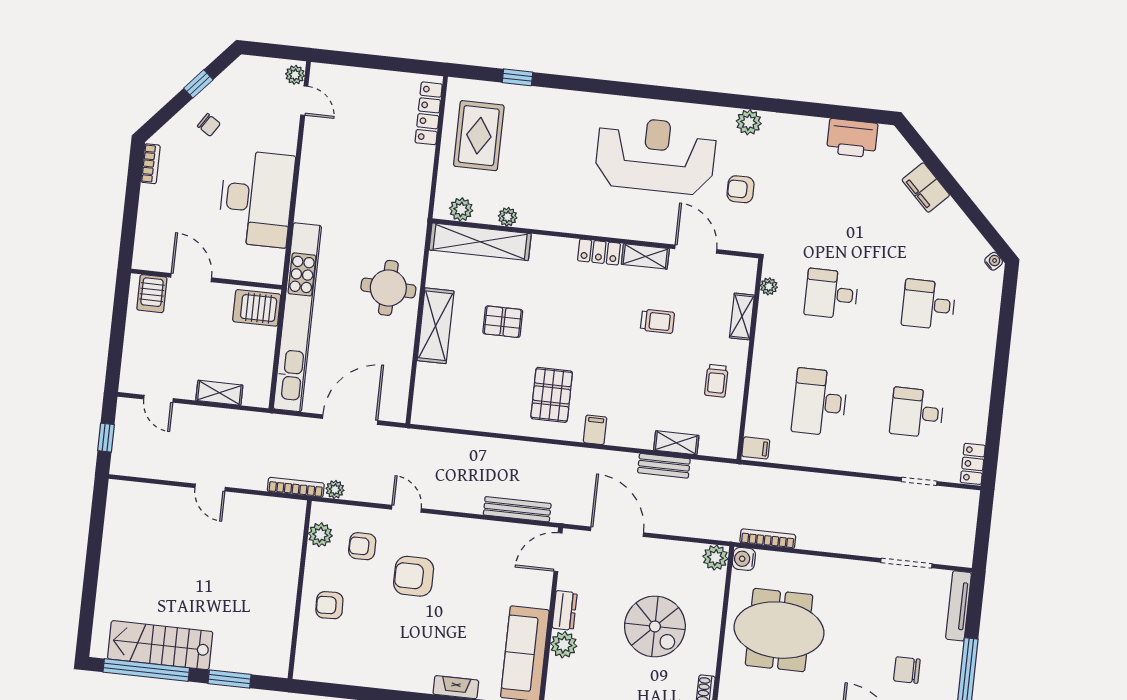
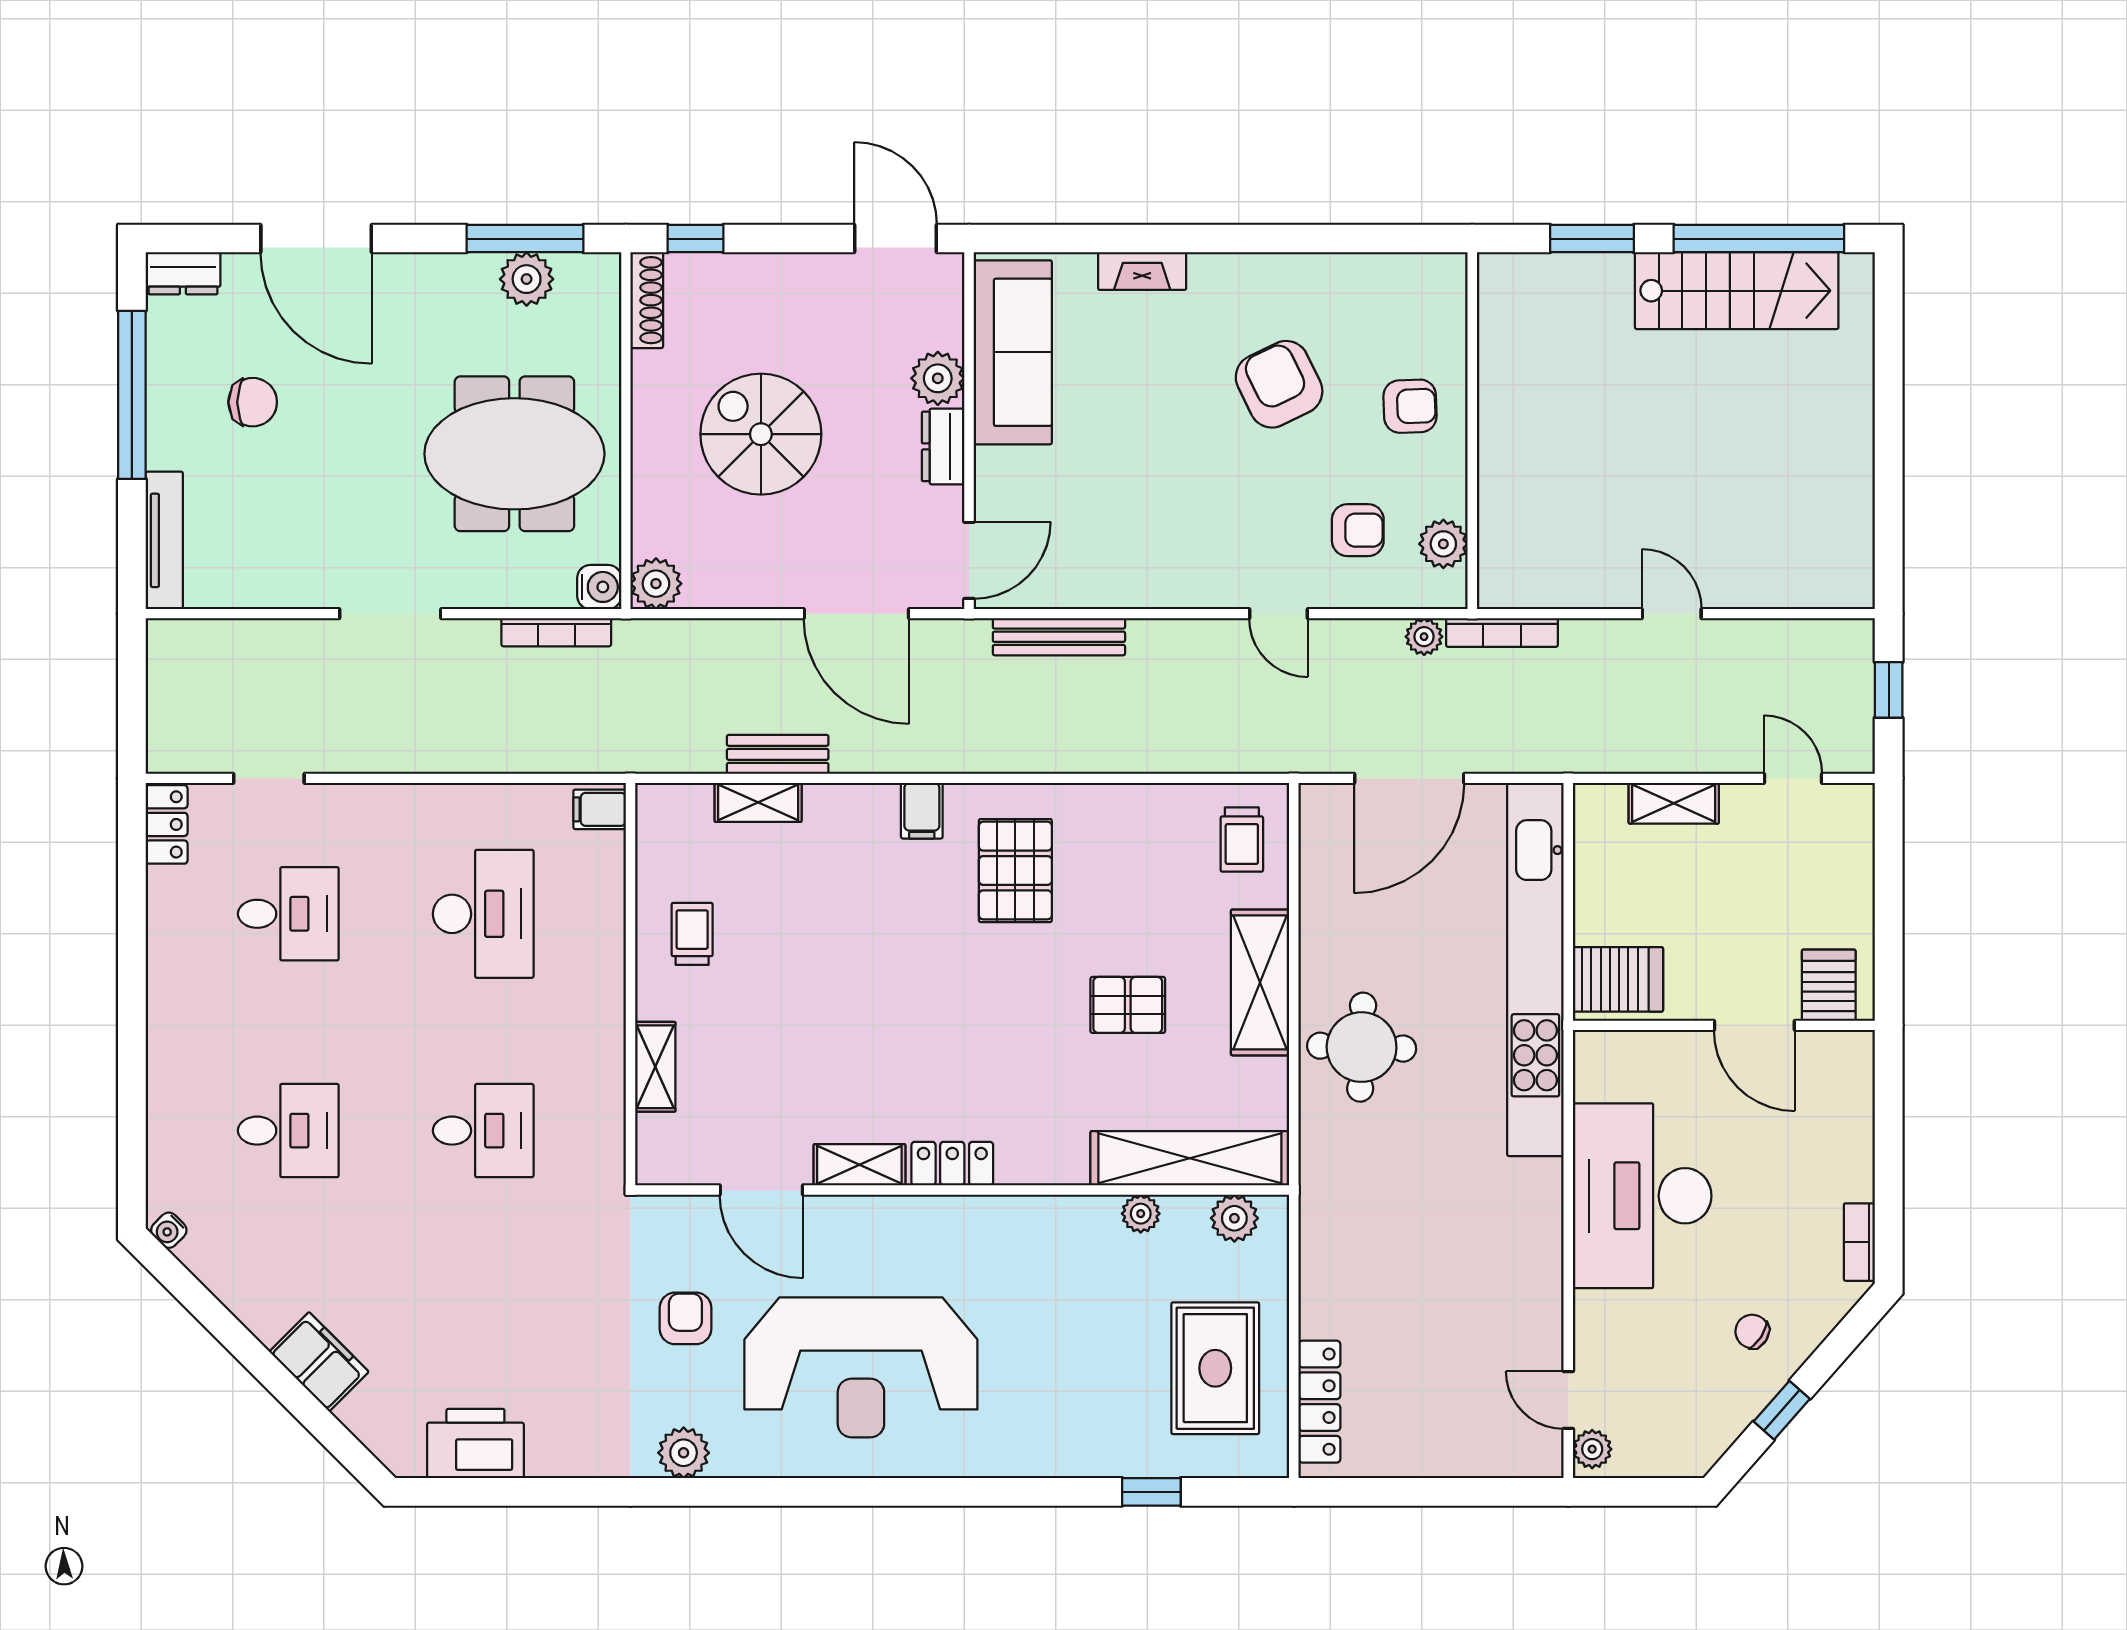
armchair: (741, 189) -> (685, 1318), turned -90
plant: (769, 286) -> (609, 1132), removed
trolley: (657, 321) -> (1242, 840), moved, turned -90
doorway: (906, 563) -> (390, 614), moved
armchair: (414, 576) -> (1279, 384), moved, turned -116

